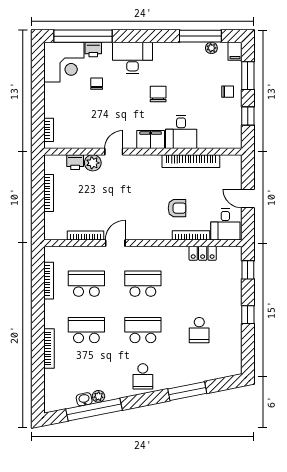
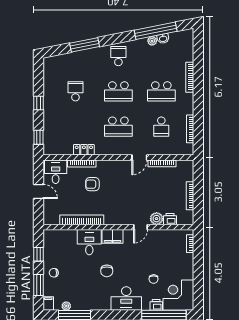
locker: (203, 253) -> (84, 150), moved
school desk: (86, 284) -> (161, 127), width x0.54

